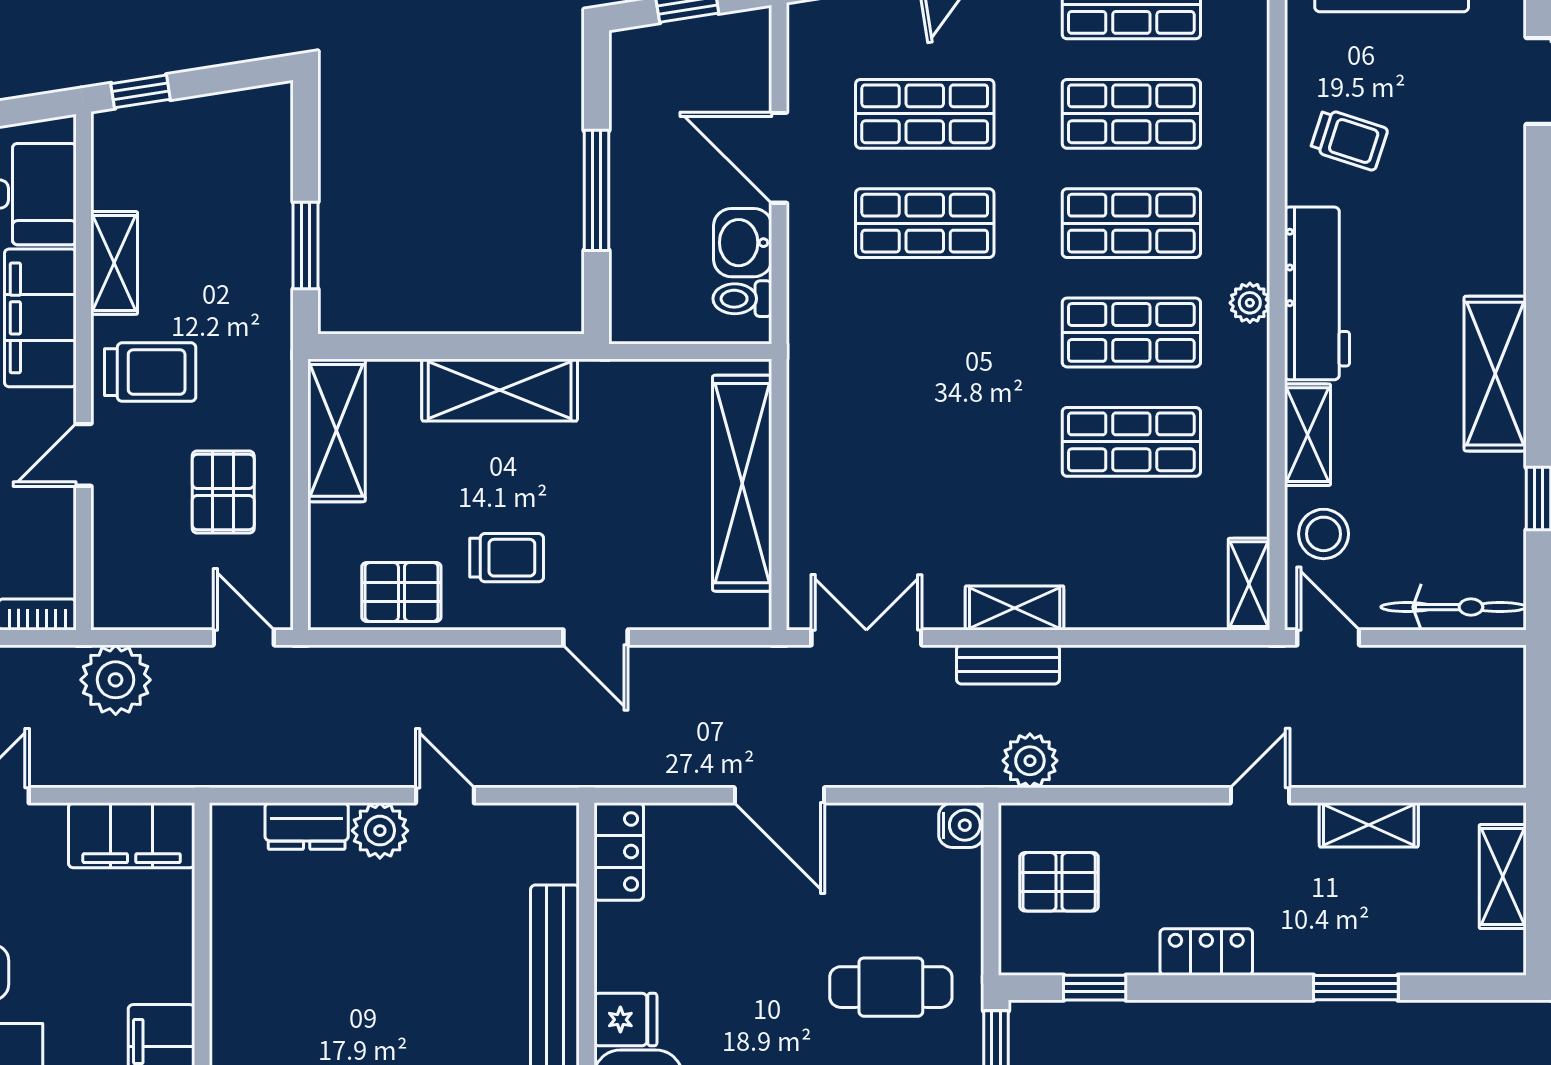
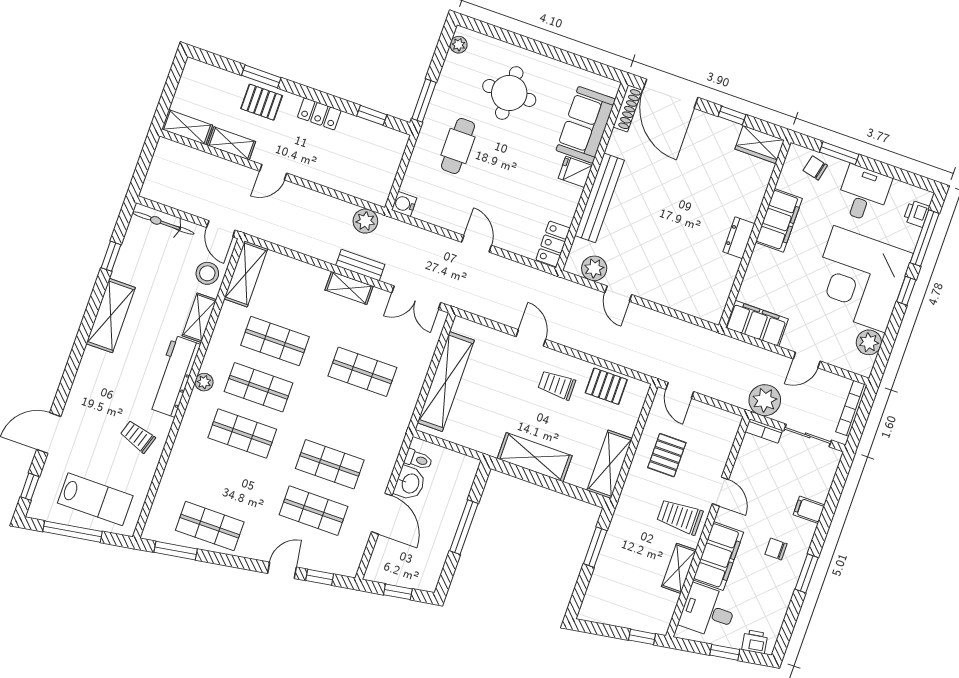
shop shelf: (1131, 114) -> (362, 372), moved
door: (84, 455) -> (720, 492), hinge flipped
shelving: (1249, 584) -> (246, 274), width x1.50, depth x1.33
plant: (116, 680) -> (765, 400), moved
door: (779, 795) -> (477, 244), width x0.73
dresser: (307, 826) -> (739, 238), moved, turned -90
plant: (380, 831) -> (594, 268), moved
shelving: (1503, 877) -> (187, 127), moved, turned 90
pallet: (1059, 882) -> (262, 102), moved
cafe table: (891, 987) -> (458, 146), turned 90

